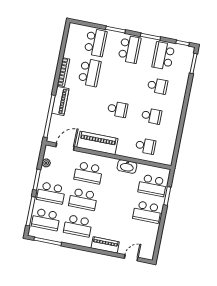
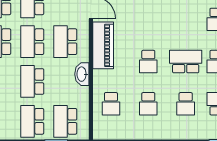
school desk: (90, 72) -> (186, 62), moved, turned 180
washbasin: (127, 166) -> (82, 74), moved
school desk: (115, 206) -> (32, 81), added

